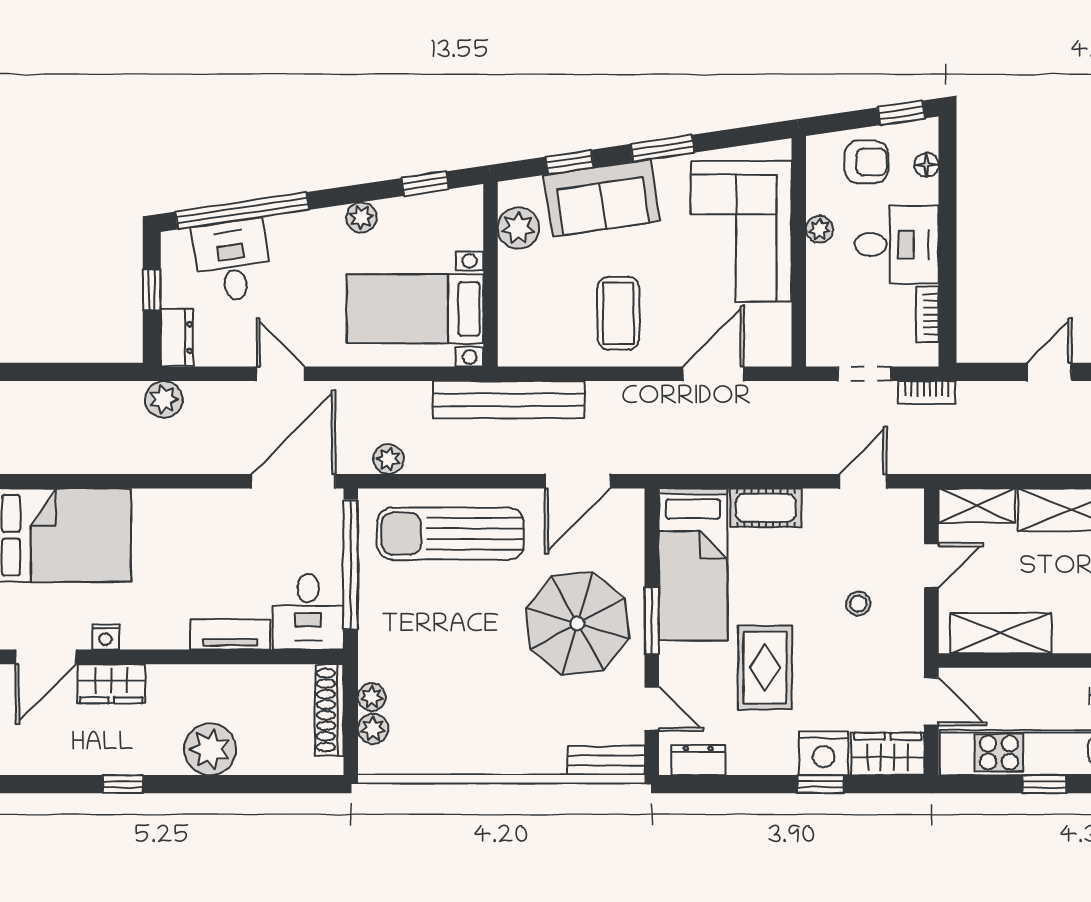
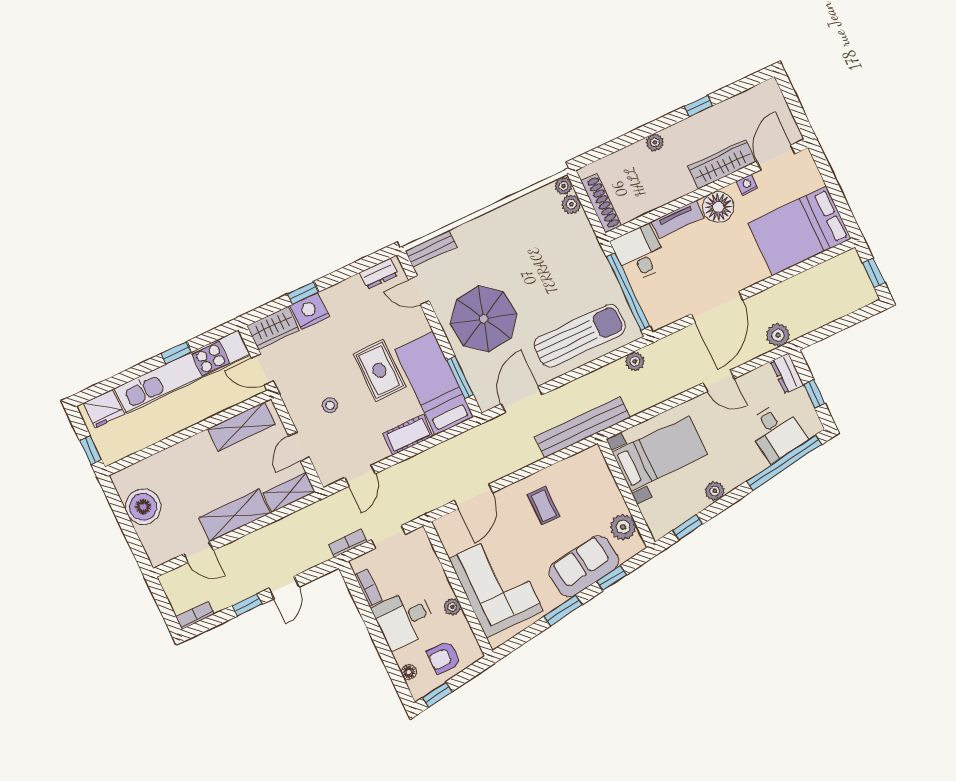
coffee table: (618, 313) -> (544, 506), width x0.73, depth x0.77
door: (293, 481) -> (717, 307), moved
window: (652, 621) -> (460, 377), moved
floor lamp: (163, 625) -> (718, 207), added
rug: (765, 668) -> (379, 370), moved
wardrobe: (111, 684) -> (722, 164), width x1.50
plant: (372, 697) -> (563, 186), moved
plant: (210, 749) -> (655, 142), width x0.53, depth x0.53

